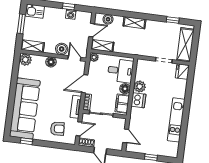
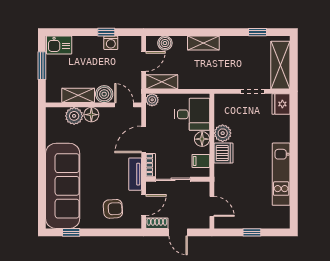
shelving: (33, 46) -> (78, 95), moved
plant: (25, 60) -> (74, 116), moved
filing cabinet: (122, 104) -> (201, 161), width x0.50

